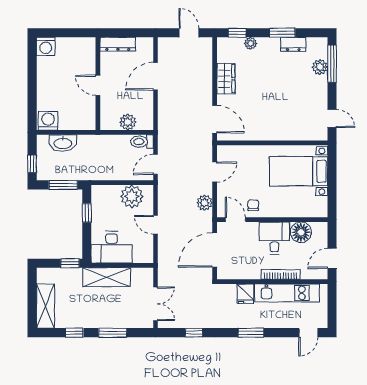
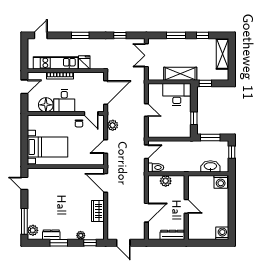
plant: (320, 67) -> (33, 230), moved
plant: (132, 196) -> (163, 130), removed

